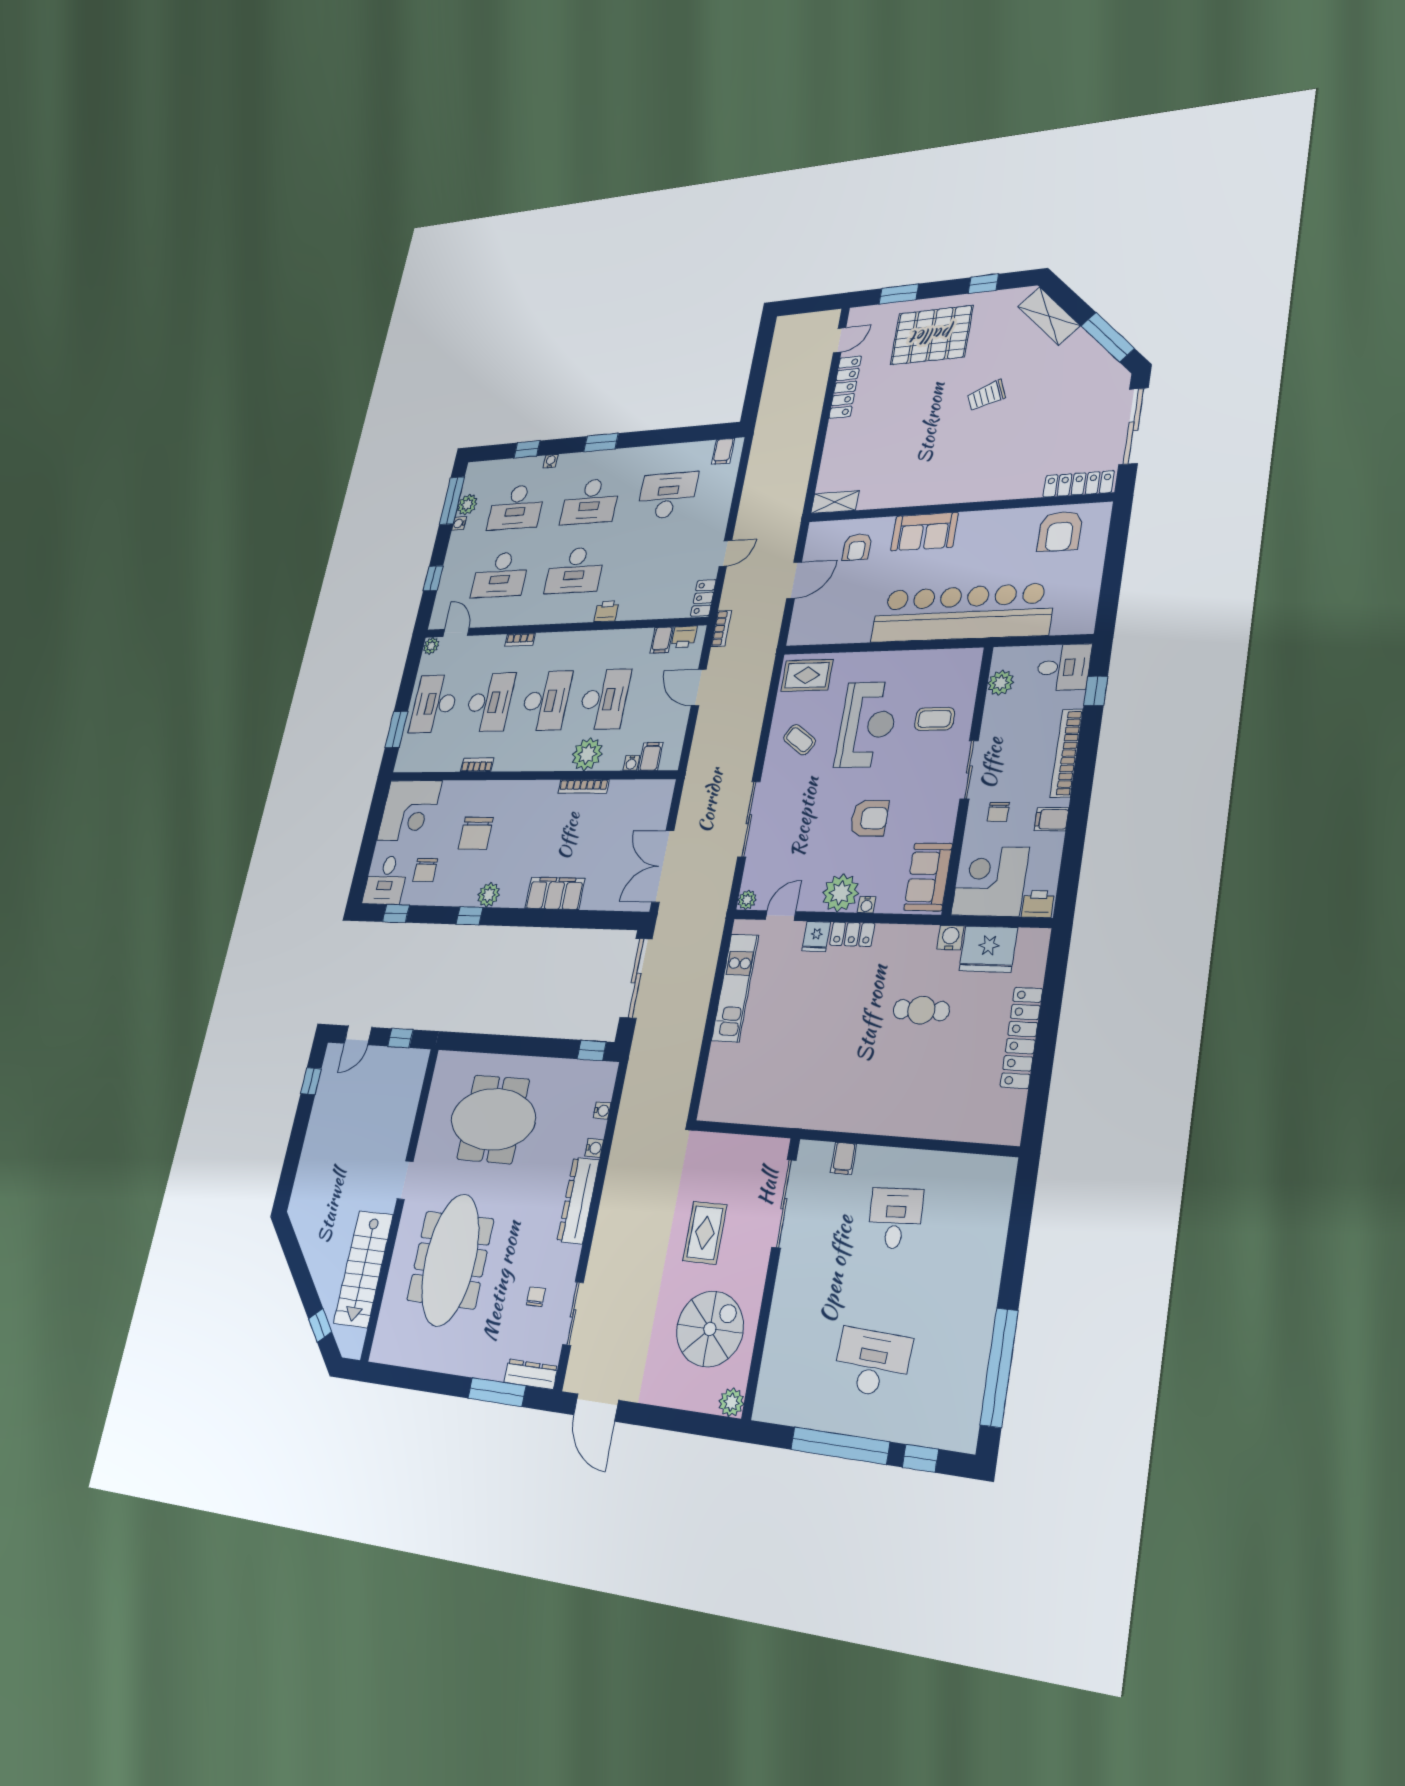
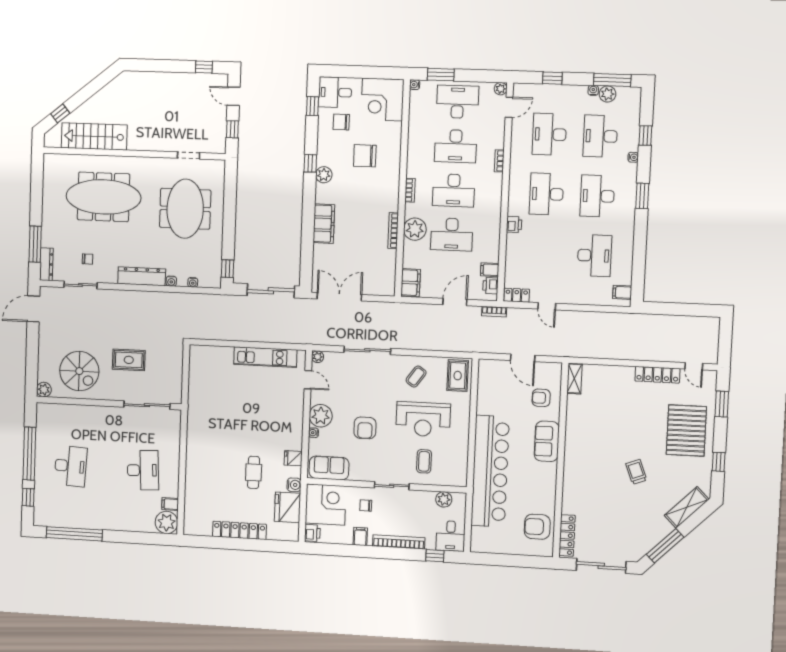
filing cabinet: (651, 756) -> (411, 283), width x2.00
water cooler: (631, 763) -> (415, 85), moved
bookcase: (477, 765) -> (410, 190), moved
locker: (852, 934) -> (296, 426), removed
fridge: (816, 936) -> (293, 458), moved
filing cabinet: (844, 1158) -> (170, 504), moved
plant: (994, 1178) -> (167, 522), added
doorway: (405, 1180) -> (189, 155), moved
desk: (895, 1218) -> (143, 470), width x1.37

